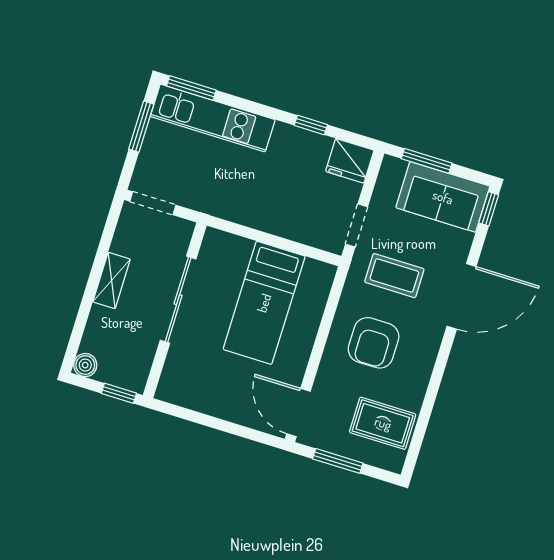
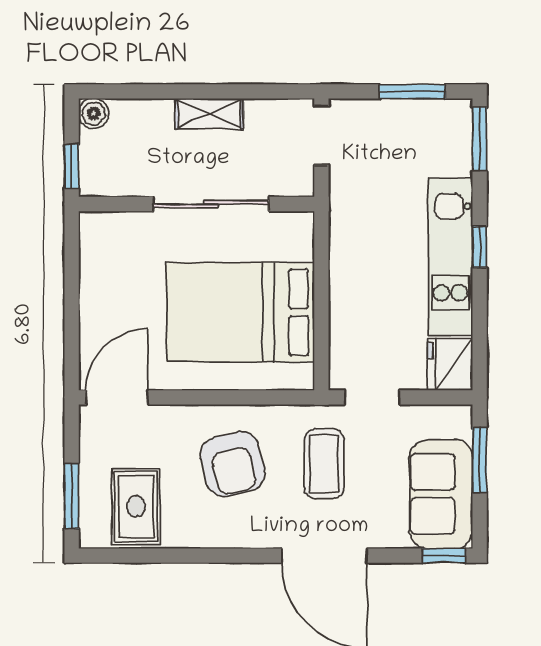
kitchen unit: (213, 118) -> (450, 257), moved
window: (311, 125) -> (480, 247), moved
bed: (264, 303) -> (240, 312), width x1.50
armchair: (374, 343) -> (233, 464), turned -104
window: (338, 461) -> (72, 496), moved

